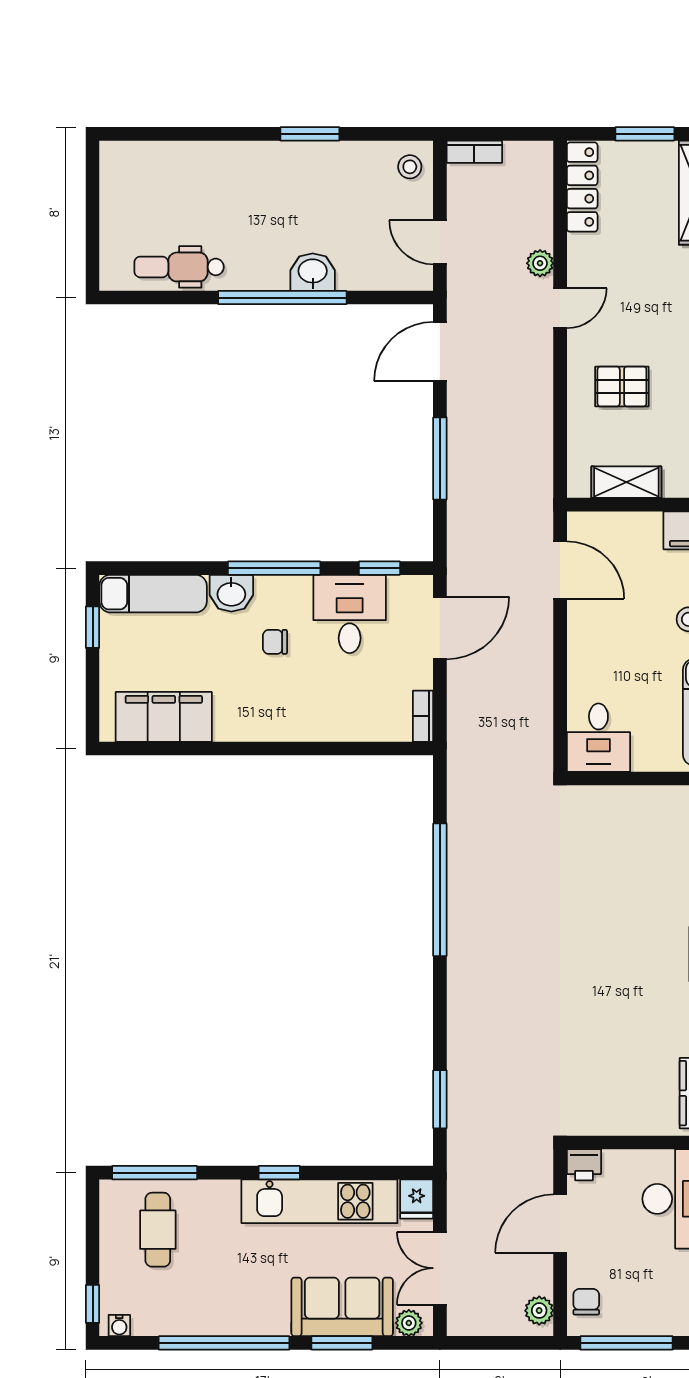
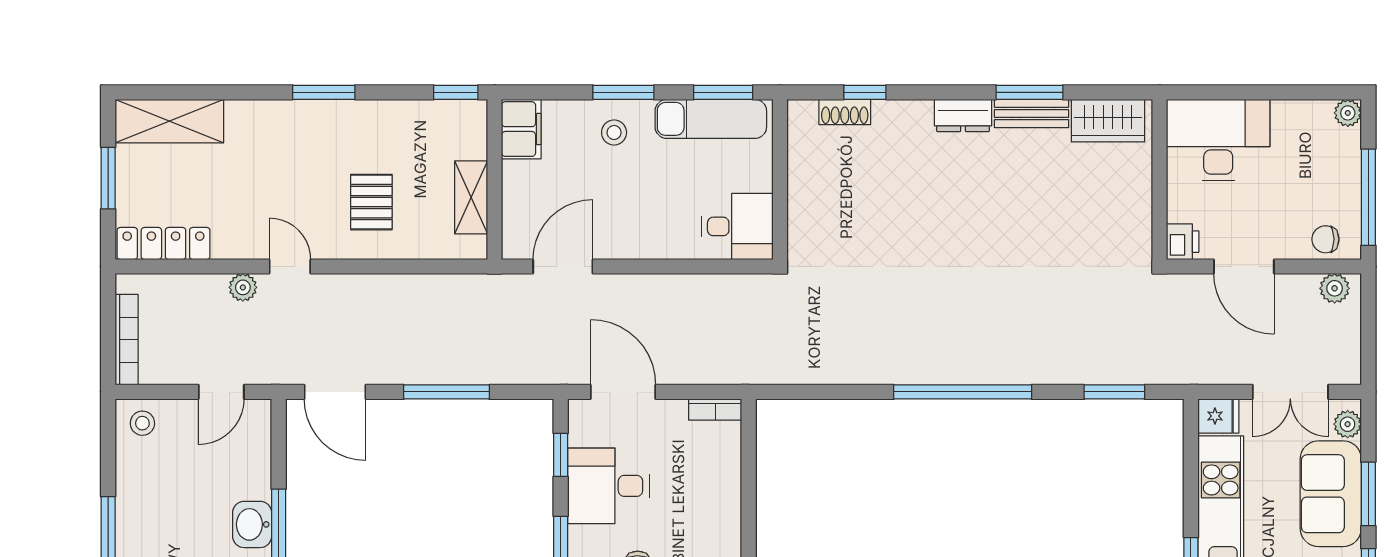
bookcase: (474, 152) -> (127, 340), width x1.56
window: (440, 890) -> (963, 392), moved

